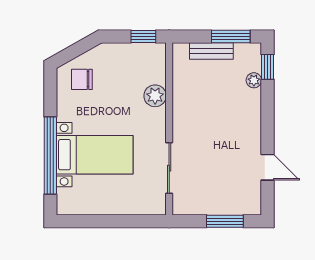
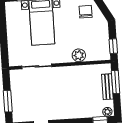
window: (231, 37) -> (116, 82), moved
plant: (254, 80) -> (107, 112), moved

